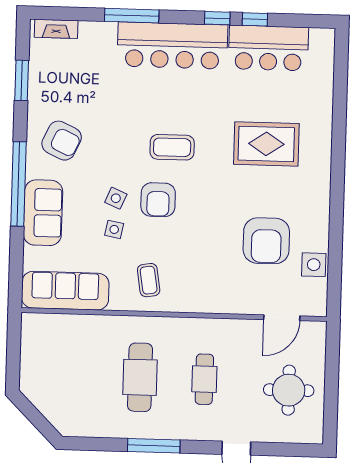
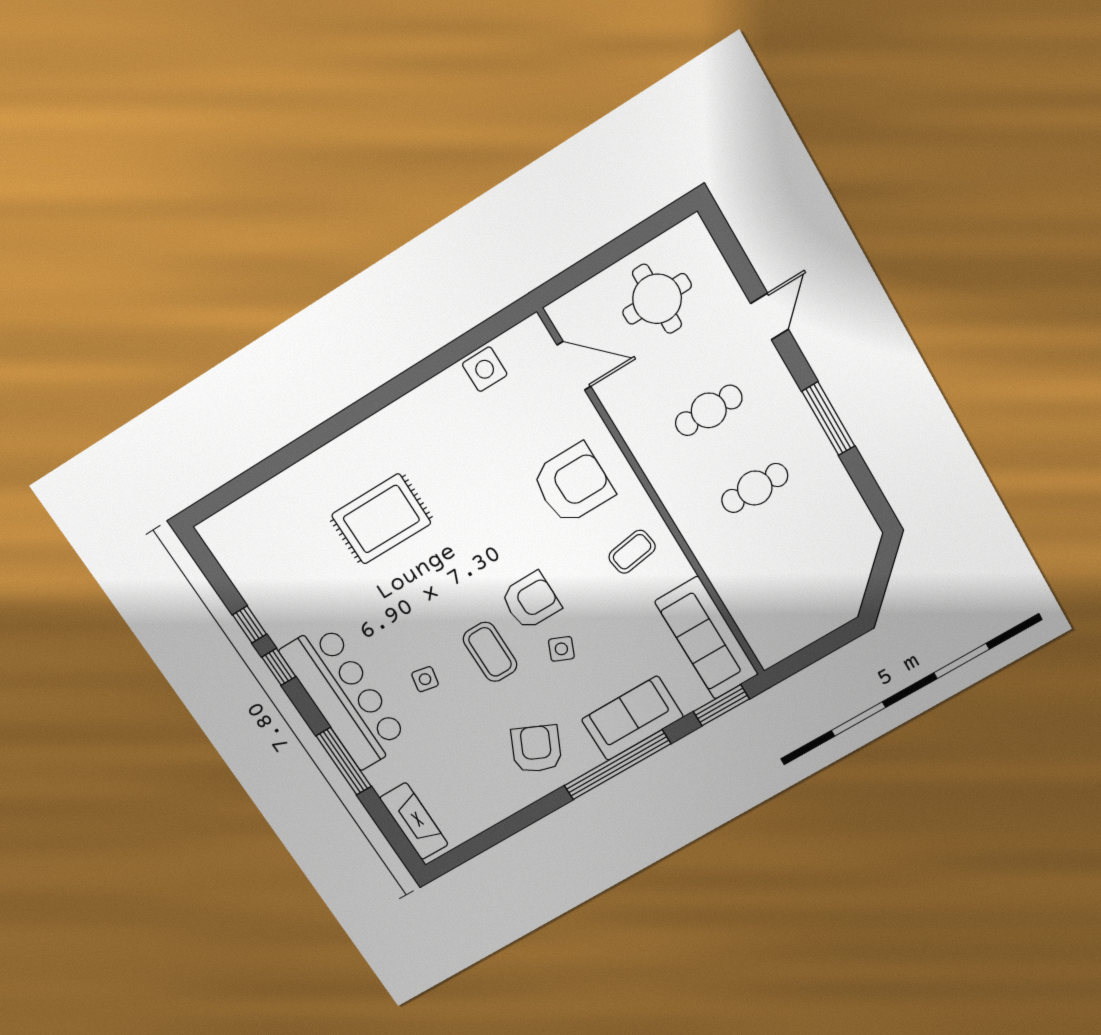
fireplace: (56, 29) -> (414, 821), width x1.37, depth x1.32
bar counter: (268, 48) -> (271, 588), removed
window: (22, 80) -> (721, 705), moved
rug: (266, 144) -> (381, 519), turned 90
coffee table: (172, 147) -> (490, 652), moved
side table: (114, 229) -> (425, 679), moved
armchair: (266, 241) -> (573, 484), moved
cafe table: (140, 377) -> (755, 488), width x0.73, depth x0.74

